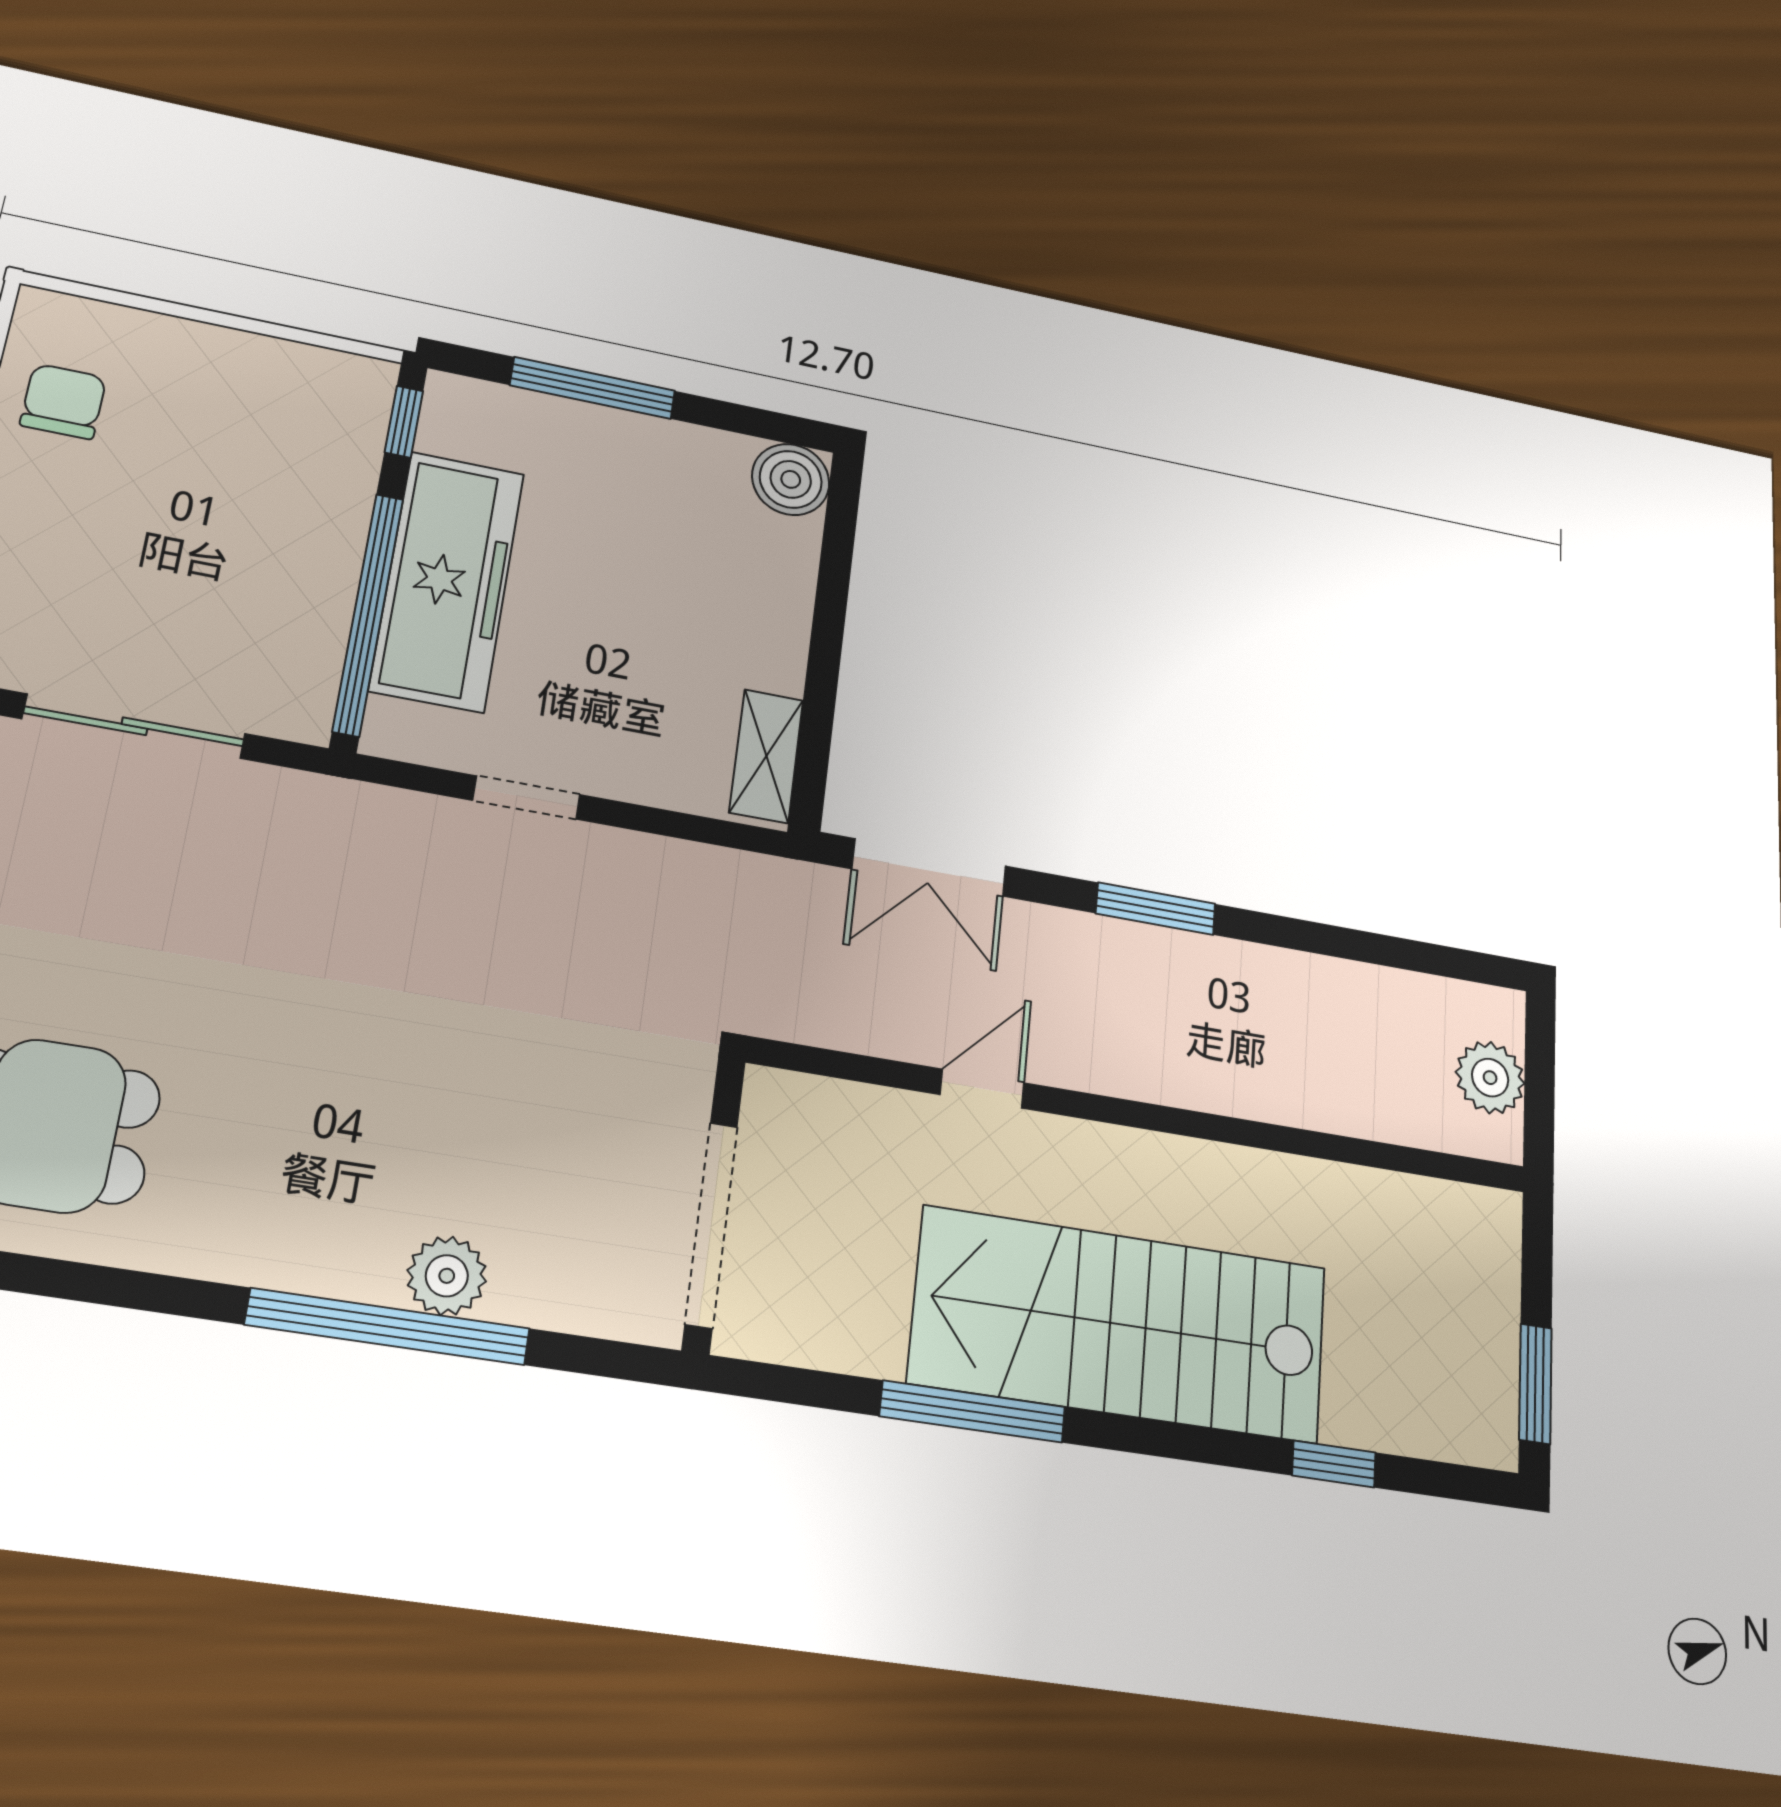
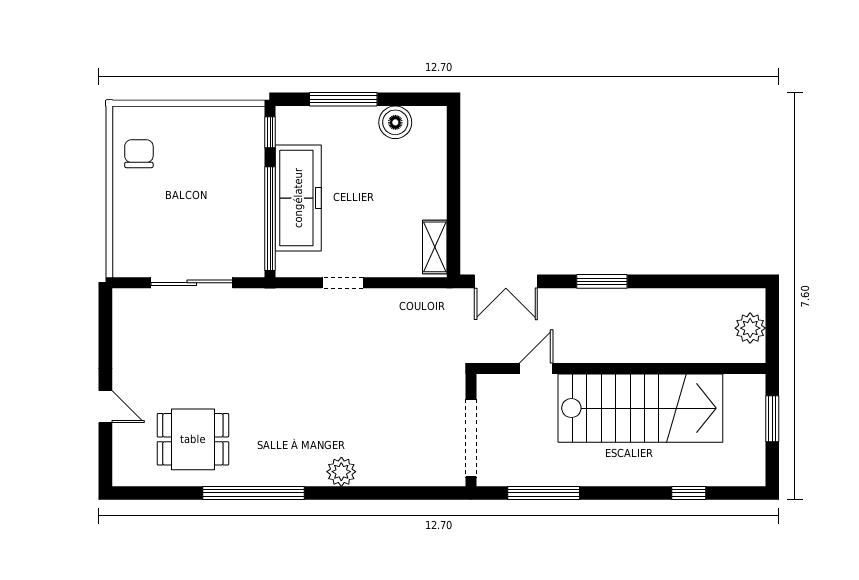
boiler: (791, 479) -> (395, 122), moved
wall: (714, 1204) -> (471, 430), moved
doorway: (711, 1225) -> (471, 438), moved
stairs: (1120, 1324) -> (640, 408), moved, turned 180
window: (388, 1327) -> (253, 493), moved
window: (1535, 1384) -> (772, 419), moved

